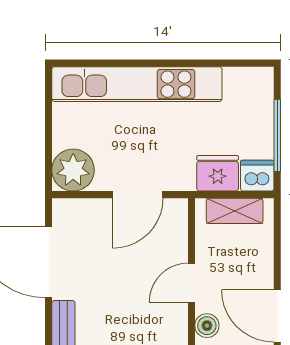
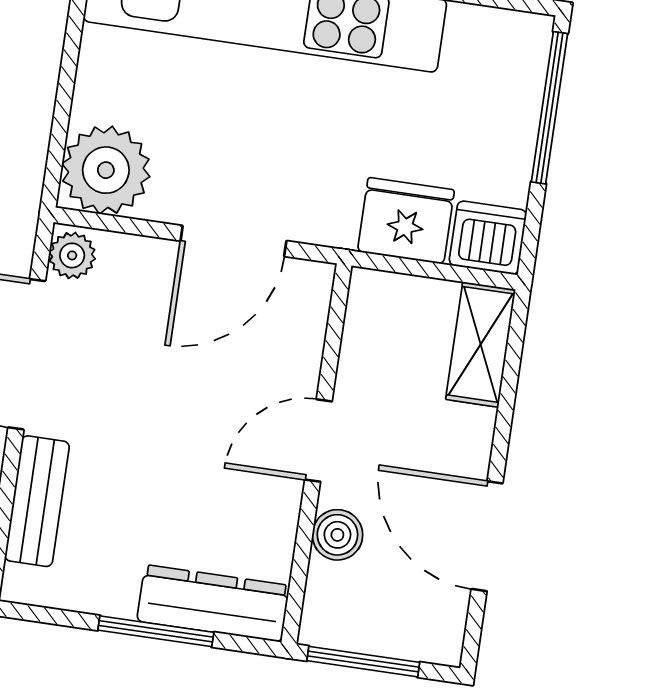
window: (277, 135) -> (550, 108), moved
shelving: (235, 211) -> (481, 344), moved, turned 90
plant: (63, 213) -> (72, 255), added

